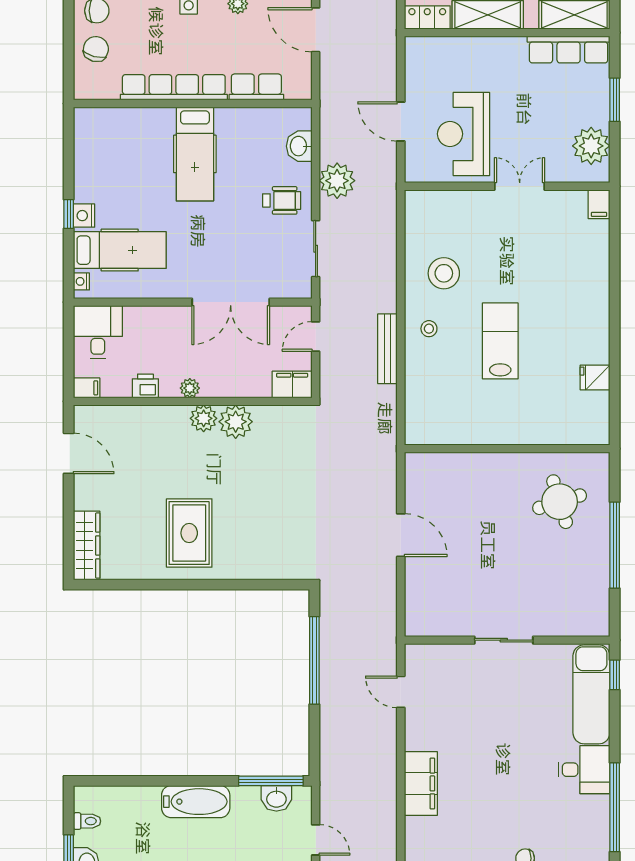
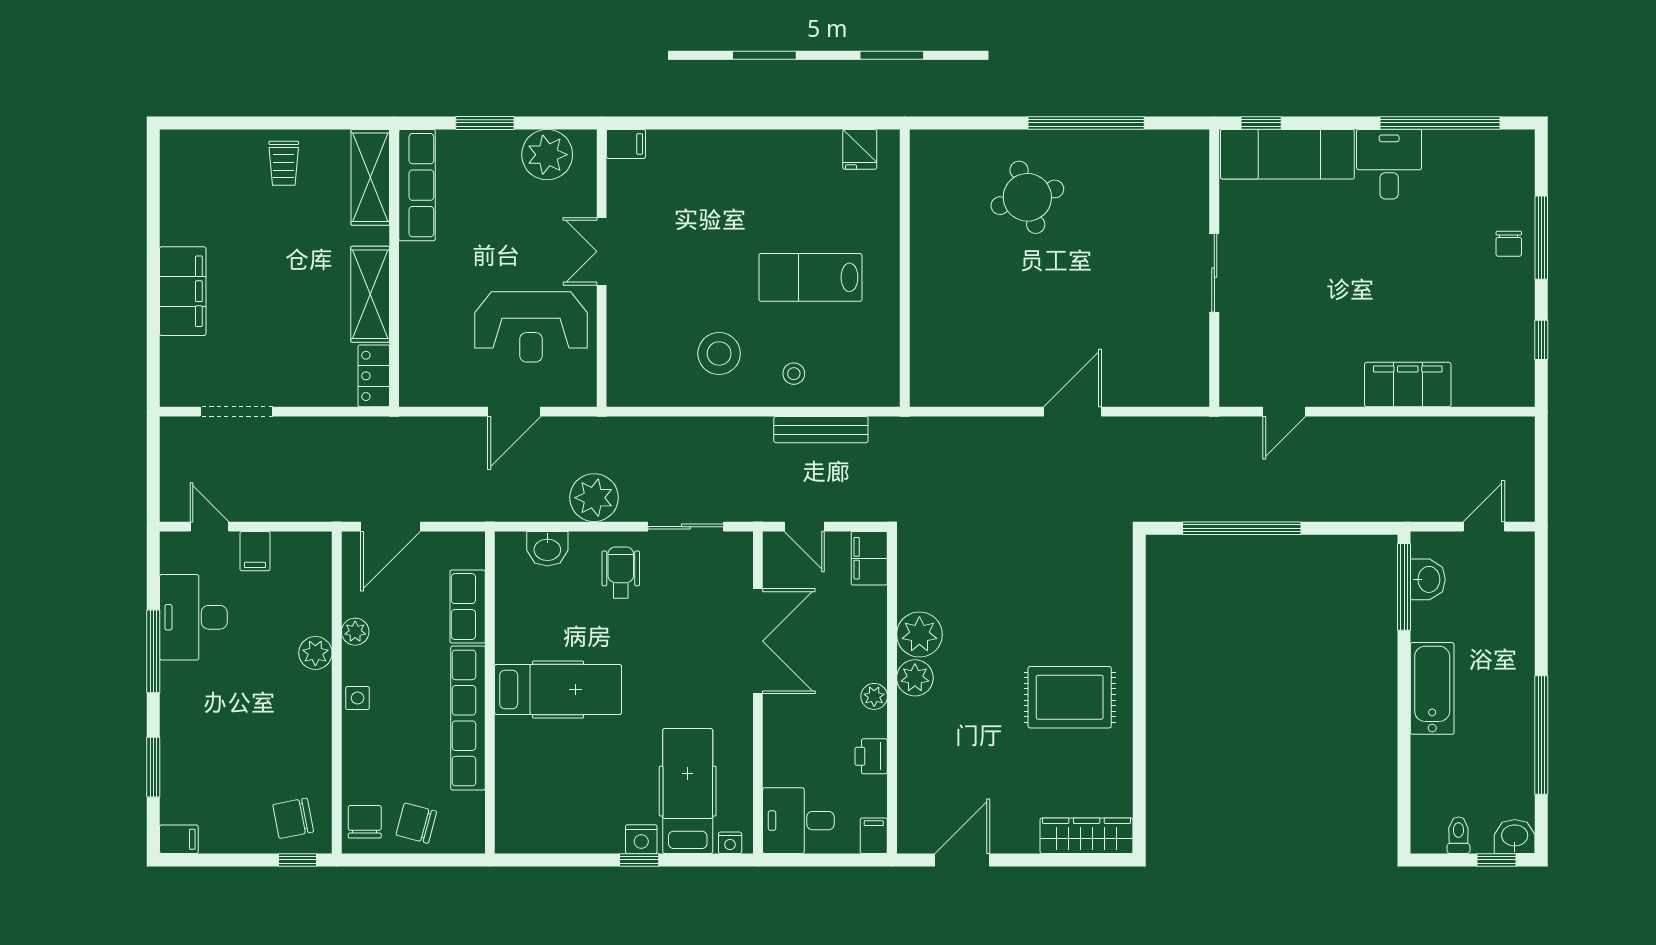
wall: (507, 449) -> (905, 268), moved

